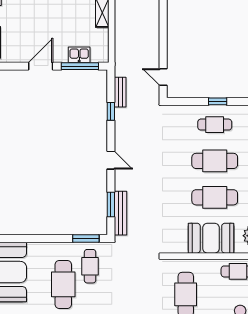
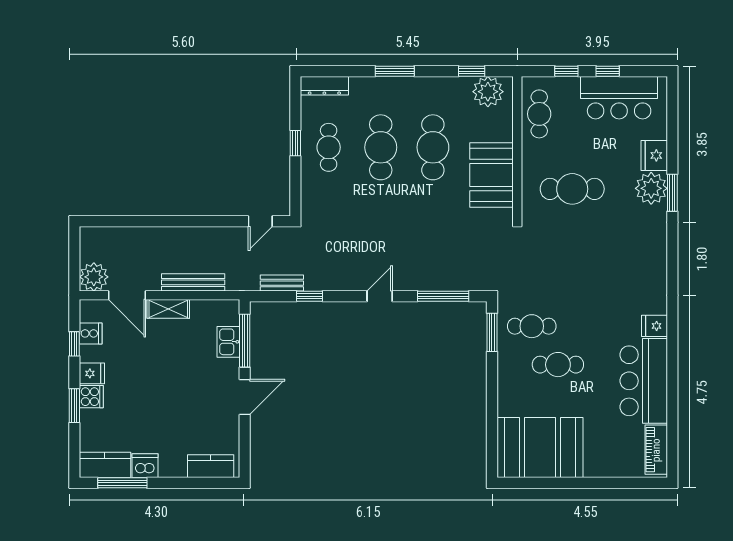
door: (41, 66) -> (245, 397), swing flipped
window: (111, 204) -> (443, 296), width x1.44
bench: (121, 213) -> (193, 282), moved
booth: (211, 238) -> (492, 175), moved
cafe table: (63, 284) -> (558, 365), width x0.73, depth x0.74

